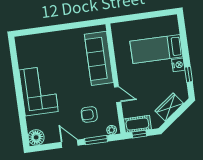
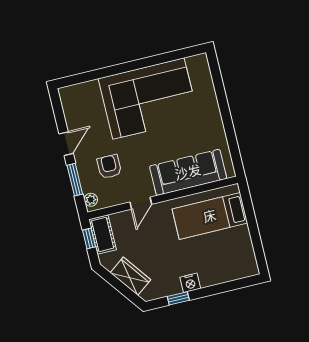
bed: (156, 49) -> (210, 216), moved, turned -90
corner sofa: (39, 91) -> (148, 99), width x1.36, depth x1.36
floor lamp: (36, 137) -> (70, 96), removed

